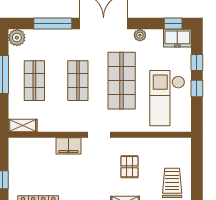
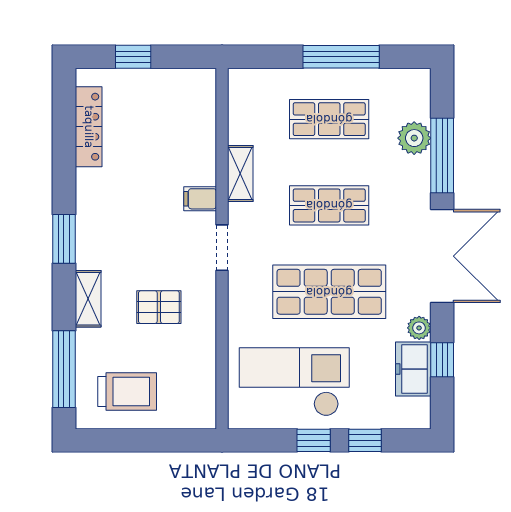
window: (173, 24) -> (442, 360), moved
plant: (17, 38) -> (414, 138), moved
freezer: (177, 38) -> (413, 369), moved
shelving: (23, 126) -> (240, 174), moved
filing cabinet: (68, 146) -> (200, 199), width x0.50

